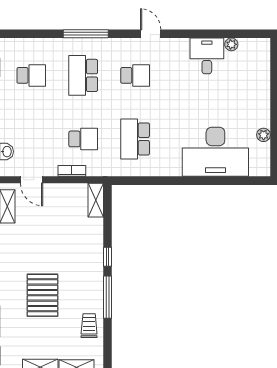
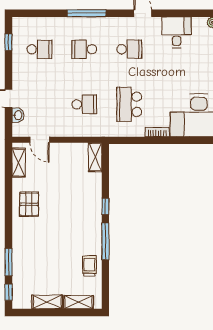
desk: (207, 56) -> (177, 32), moved
school desk: (83, 75) -> (84, 49), width x0.54
bookcase: (72, 171) -> (157, 132), moved
pallet: (42, 295) -> (29, 204), moved, width x0.67, depth x0.71

